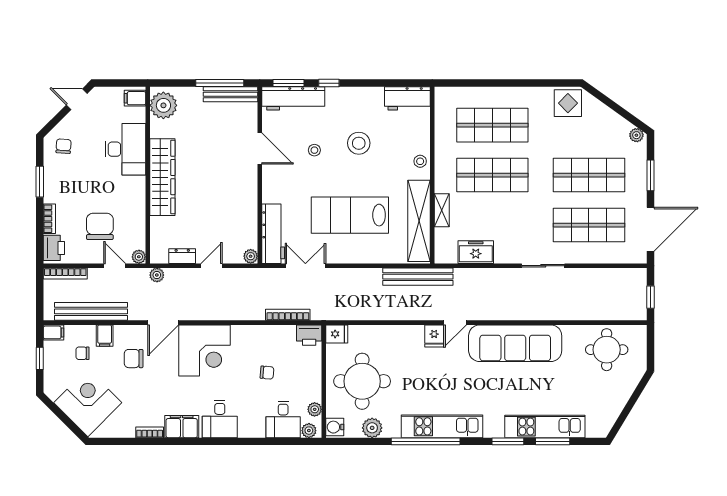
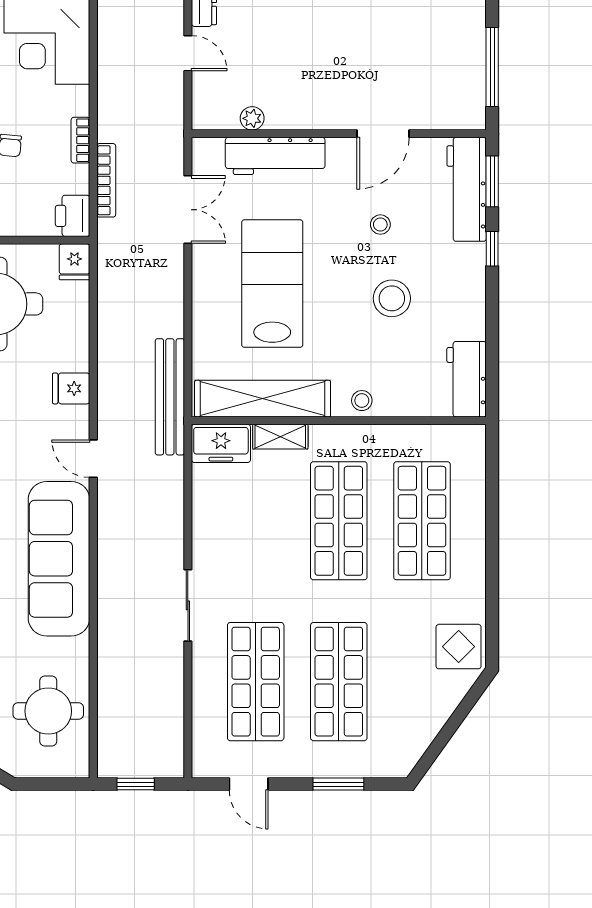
bench: (230, 94) -> (473, 85), removed
plant: (636, 135) -> (405, 761), removed
door: (651, 229) -> (249, 784), width x0.53
workbench: (273, 234) -> (275, 156), moved
freezer: (476, 252) -> (221, 443), moved, turned 90
plant: (251, 256) -> (252, 118), moved
bookcase: (264, 330) -> (80, 140), added
fridge: (434, 336) -> (71, 388), moved

